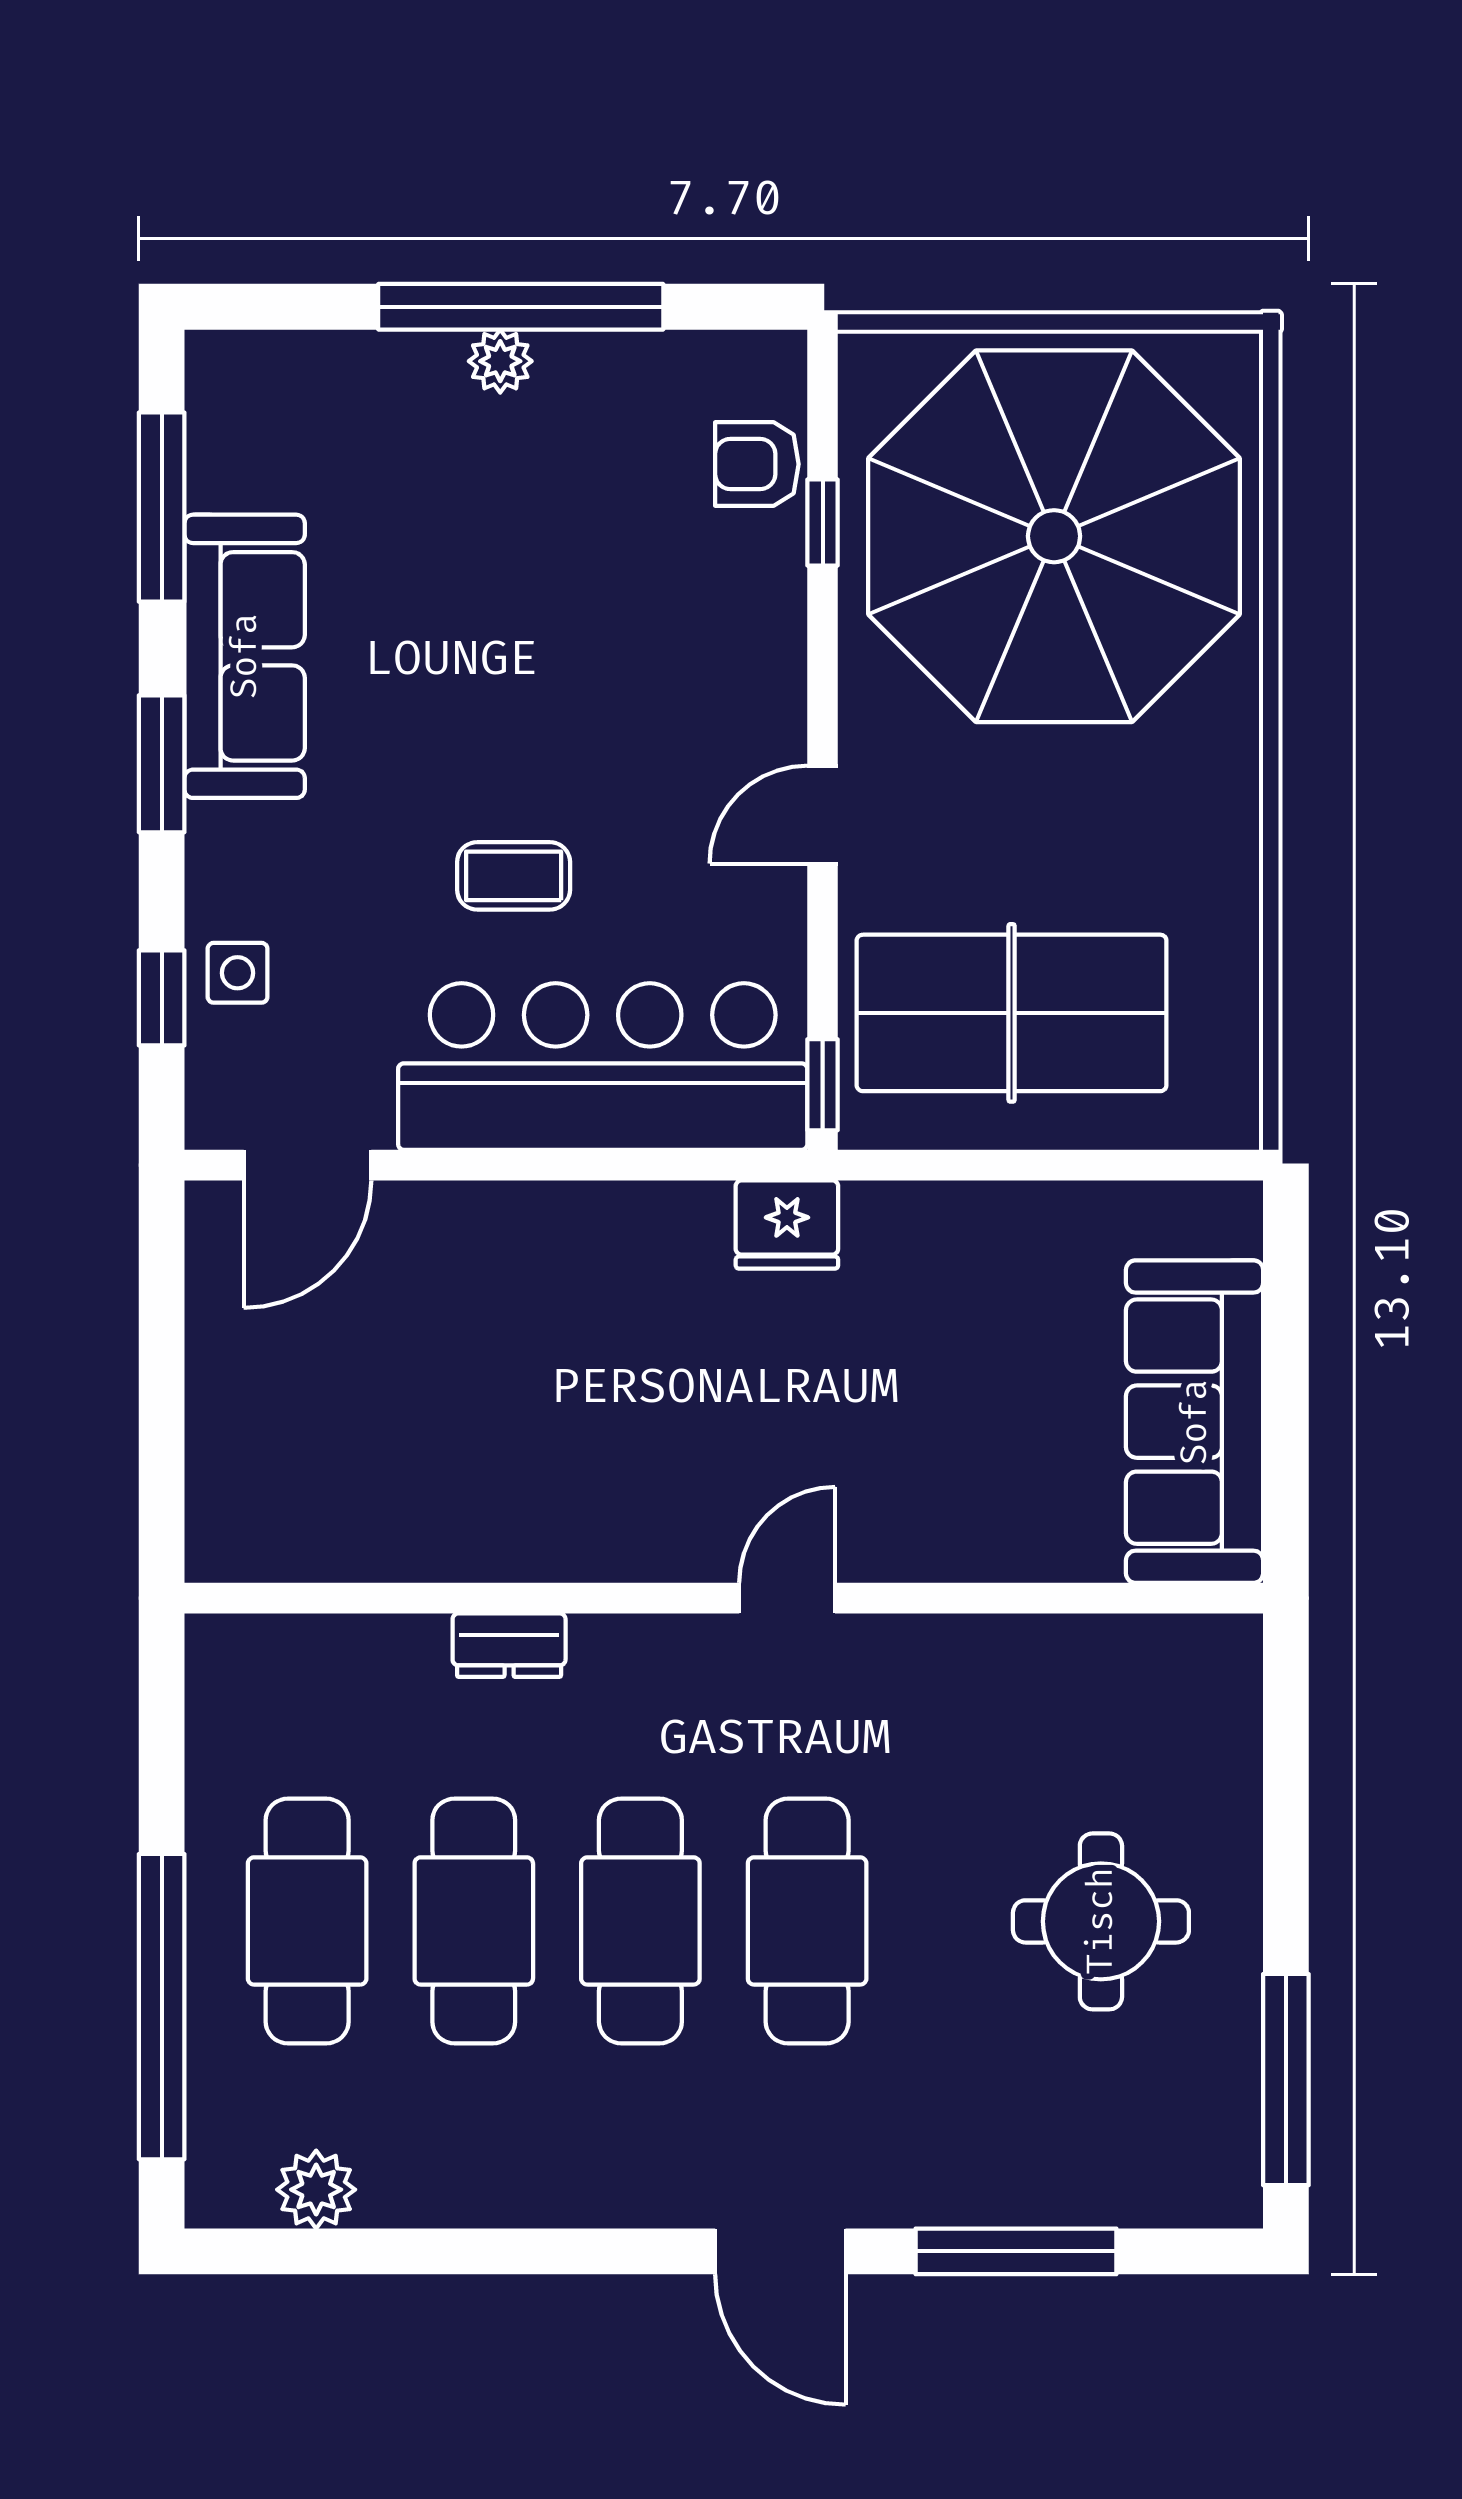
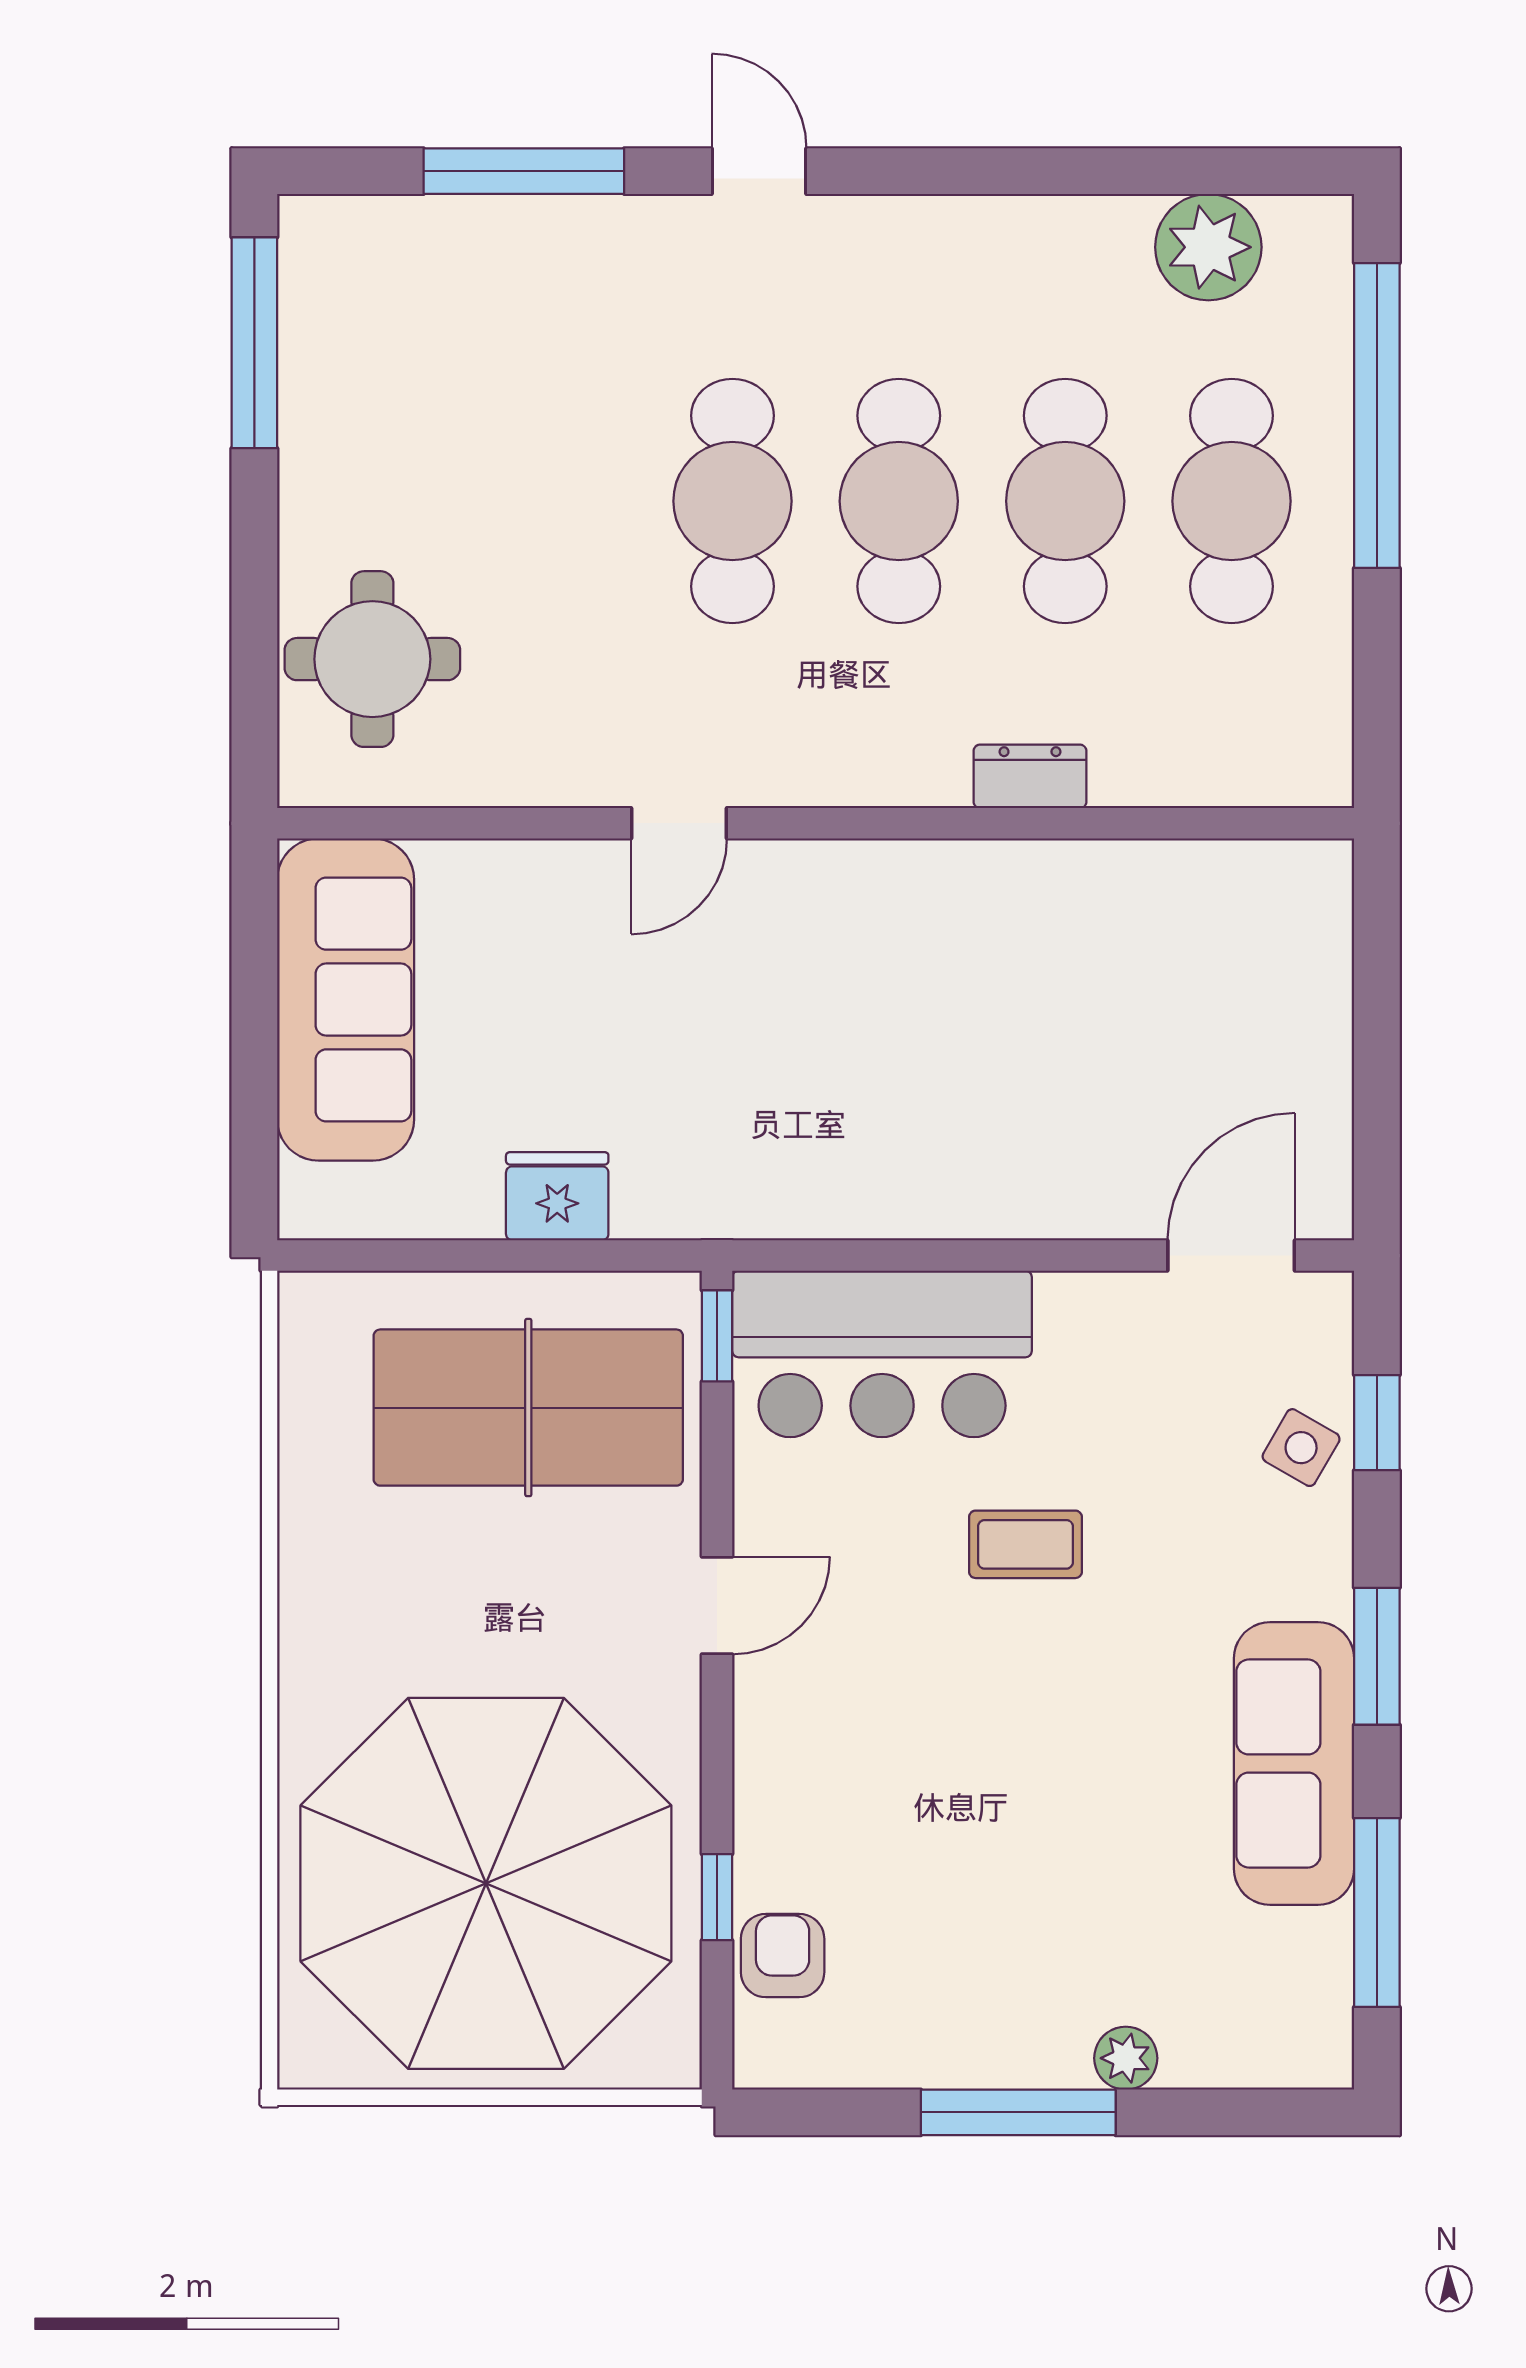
window: (521, 307) -> (1018, 2112), width x0.68
plant: (500, 361) -> (1126, 2058), moved
armchair: (757, 464) -> (783, 1956), turned -90
side table: (238, 973) -> (1301, 1448), turned 30
bar counter: (603, 1067) -> (882, 1354), width x0.73
fridge: (787, 1225) -> (557, 1196), moved
door: (787, 1598) -> (679, 823), moved
round table: (1101, 1921) -> (372, 659), moved
plant: (316, 2190) -> (1208, 247), width x1.36, depth x1.36
door: (780, 2251) -> (759, 171), width x0.73

